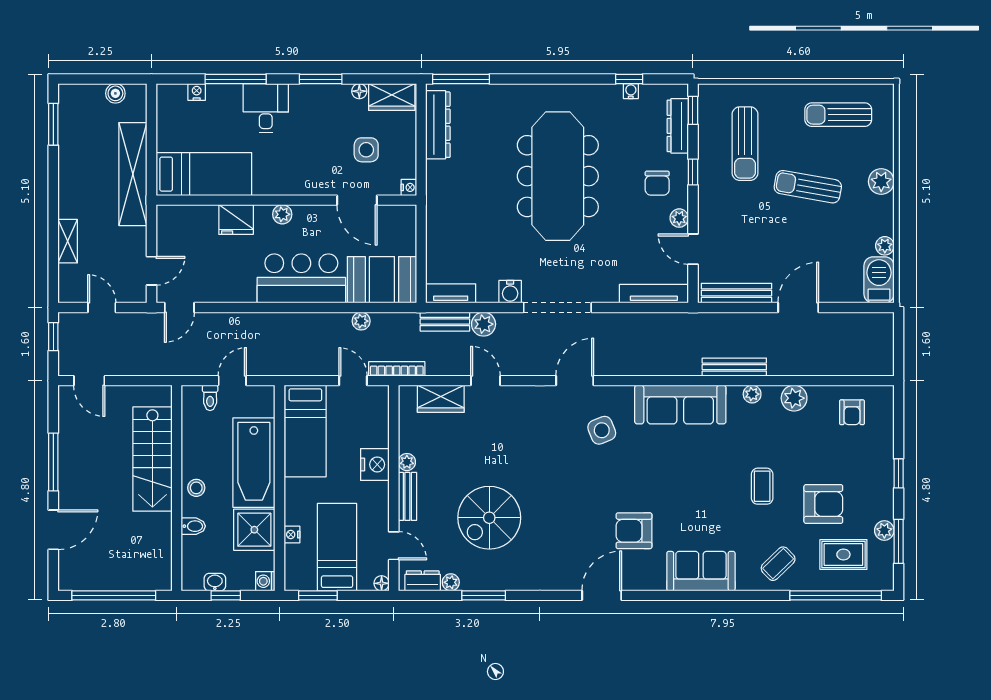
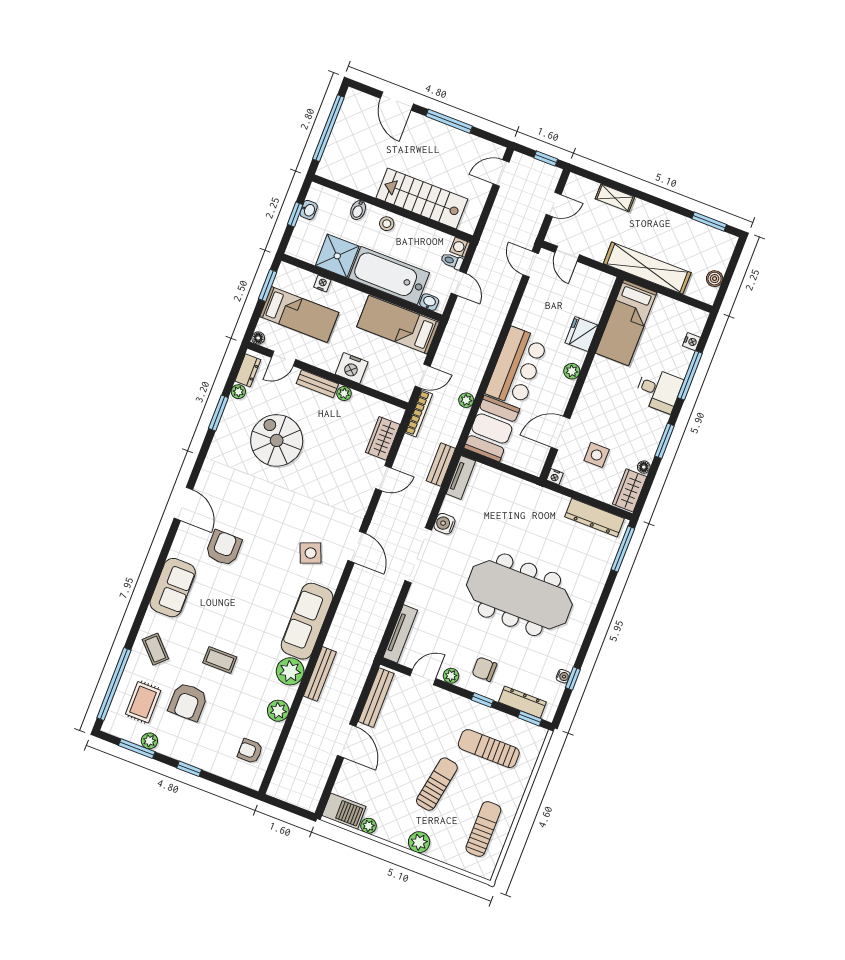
plant: (484, 324) -> (427, 494), removed
plant: (752, 394) -> (290, 671), width x1.88, depth x1.88
washbasin: (266, 406) -> (429, 302), added
washing machine: (265, 581) -> (460, 247), moved, turned -90

